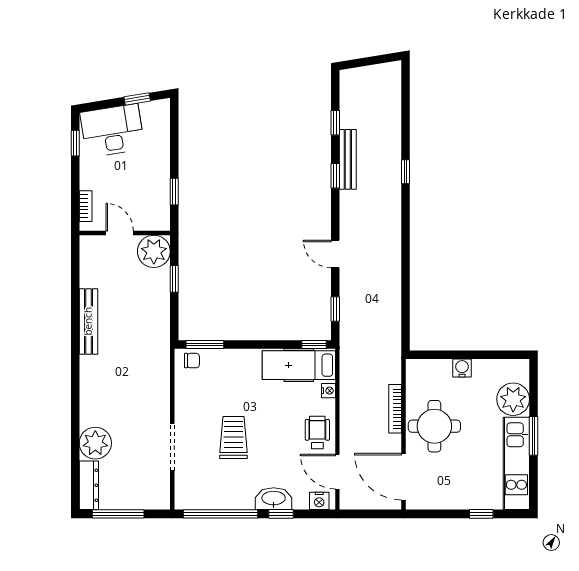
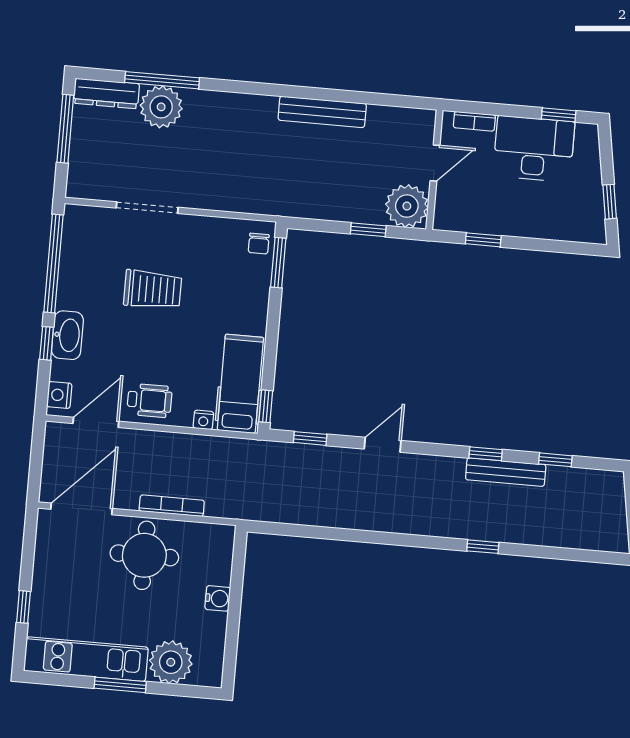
desk: (112, 131) -> (534, 149), moved, turned -81
window: (75, 444) -> (162, 80), added

